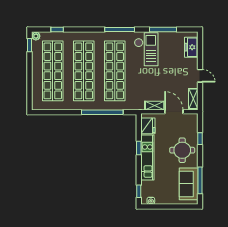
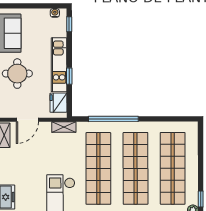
shelving: (155, 106) -> (64, 127), moved
door: (174, 112) -> (27, 120), hinge flipped

